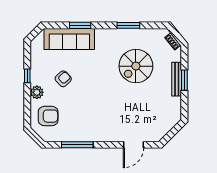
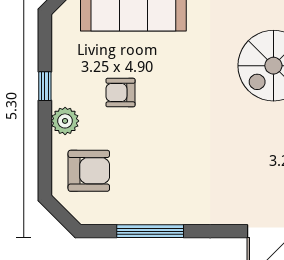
armchair: (63, 79) -> (120, 93), turned -137

